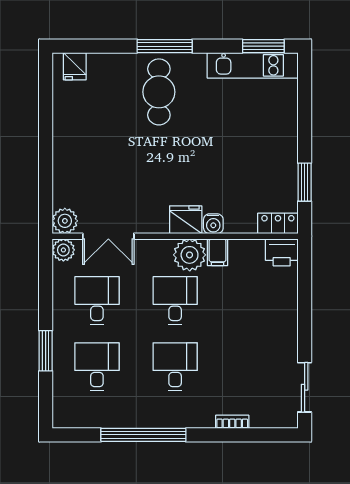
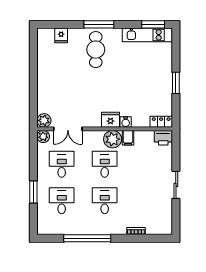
fridge: (75, 66) -> (61, 35), moved
window: (305, 182) -> (176, 83), moved
sliding door: (305, 387) -> (176, 185), moved

